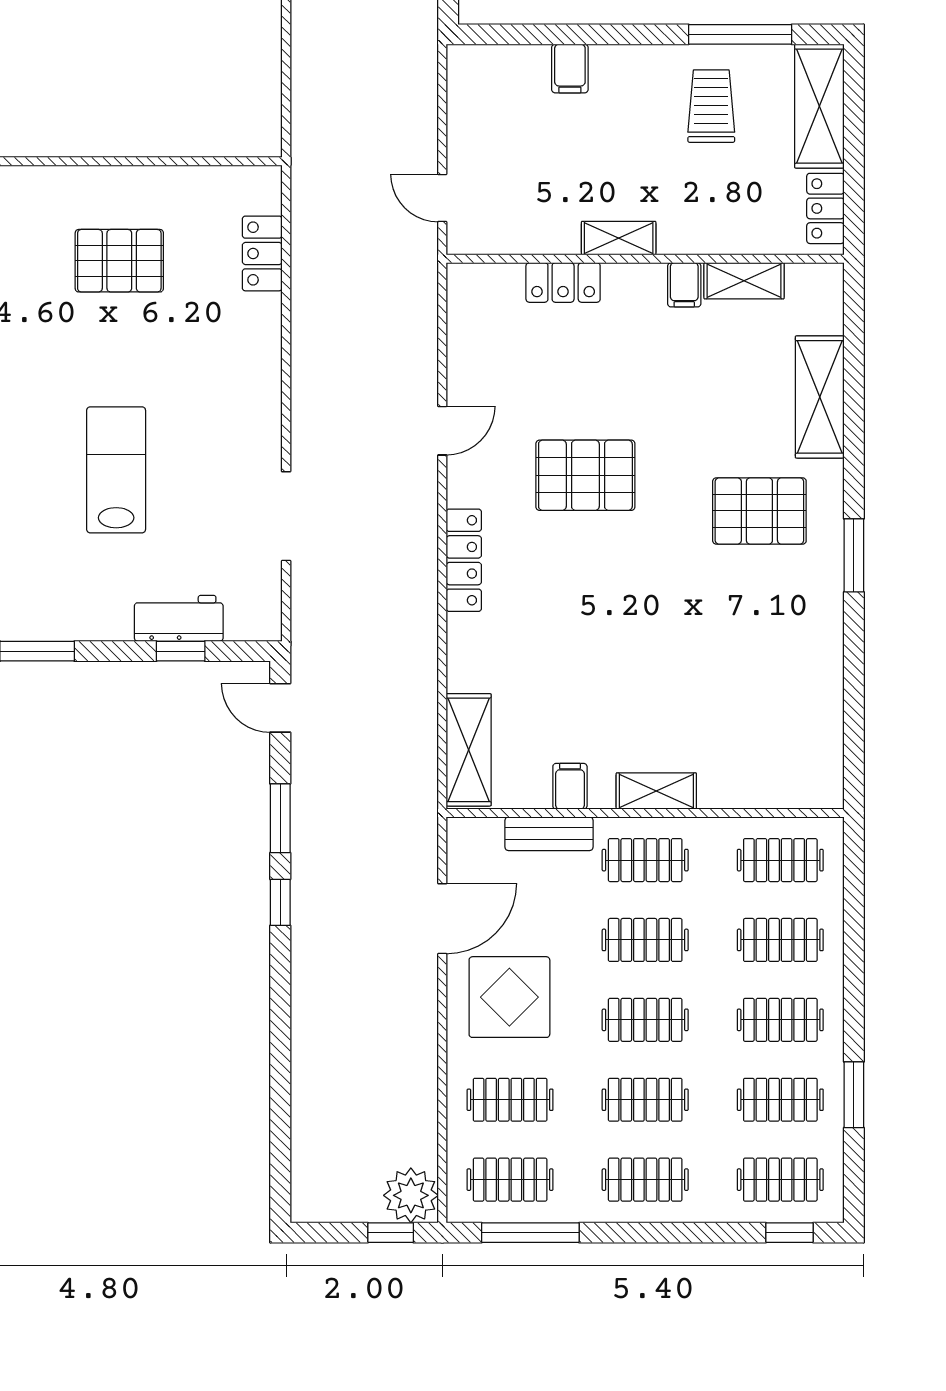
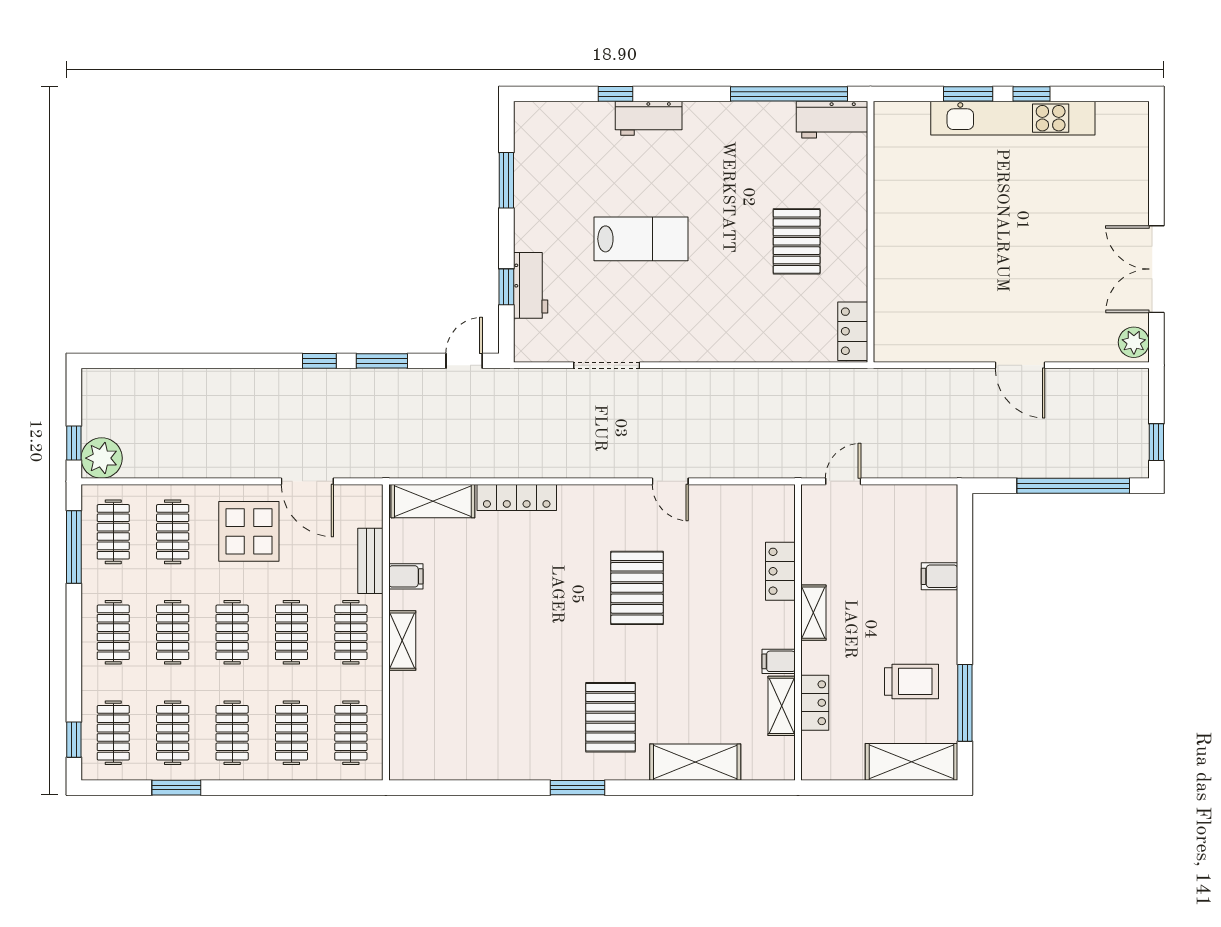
locker: (825, 208) -> (815, 703), moved, turned 90
locker: (262, 253) -> (853, 331), moved, turned -90
locker: (464, 560) -> (517, 497), moved

